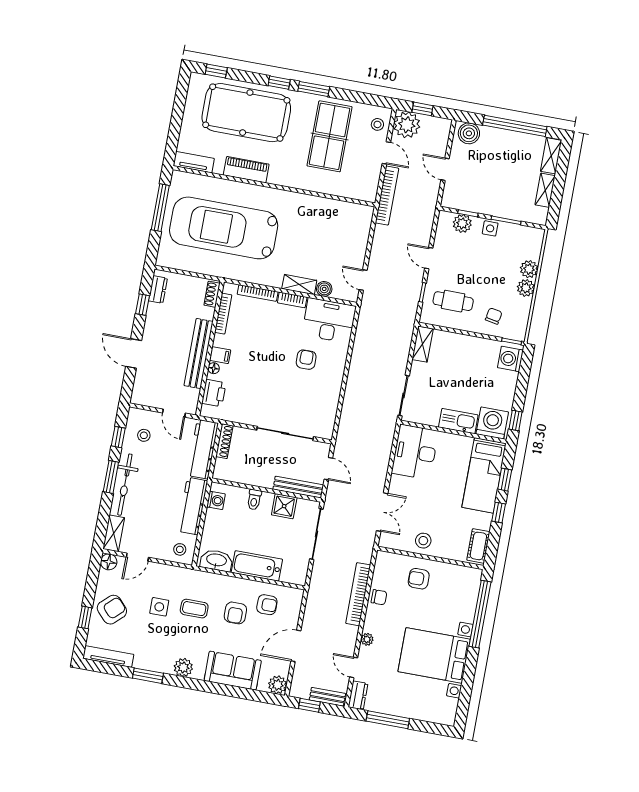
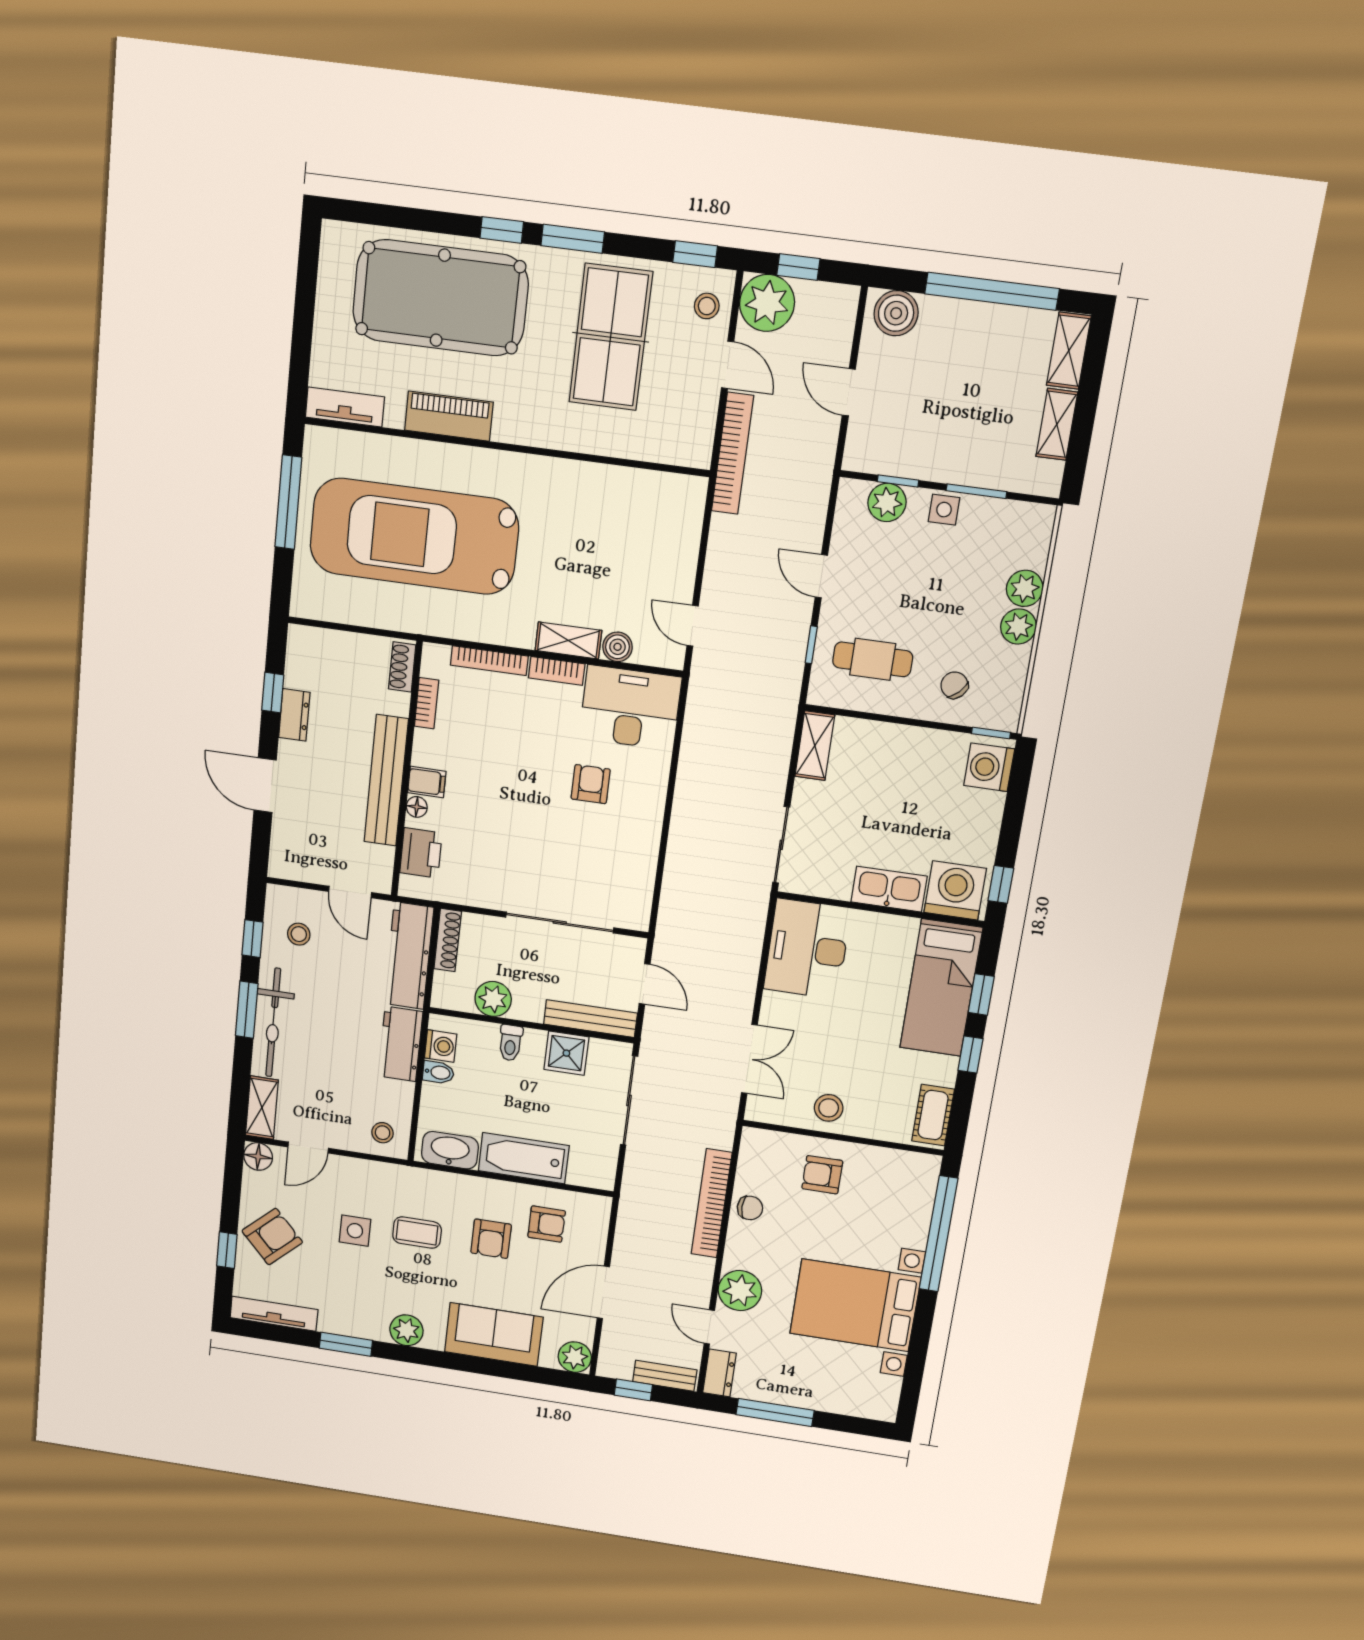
window: (216, 71) -> (695, 254), moved
dresser: (158, 289) -> (294, 715), moved
bookcase: (223, 314) -> (427, 703), width x0.64
chair: (494, 316) -> (954, 685), turned -55
plant: (247, 475) -> (493, 999), added
workbench: (193, 506) -> (400, 1044), width x0.73
bidet: (214, 515) -> (438, 1072), added
plant: (367, 639) -> (740, 1291), width x1.88, depth x1.88

